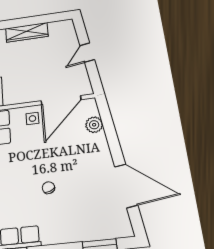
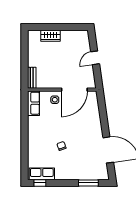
wardrobe: (27, 32) -> (50, 36), width x0.67
plant: (94, 125) -> (94, 109), removed

